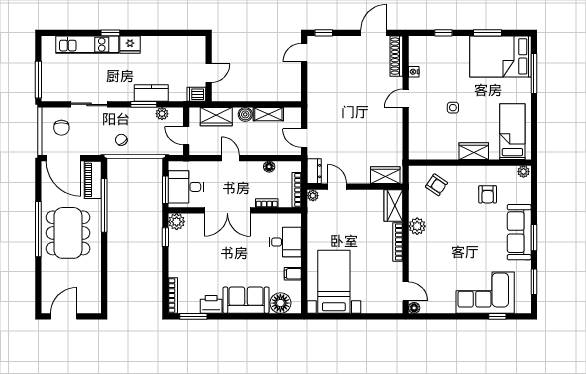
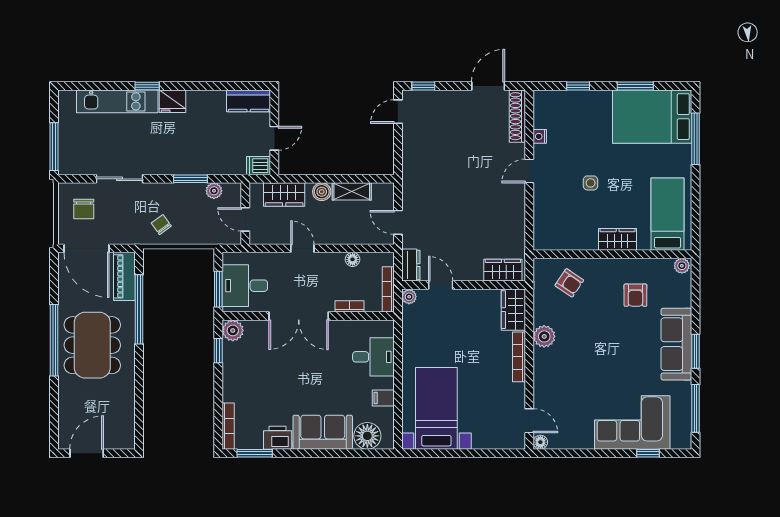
kitchen counter: (151, 93) -> (249, 101), moved, turned 180
window: (534, 282) -> (695, 408), width x1.44

